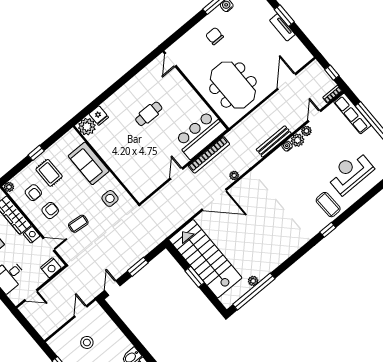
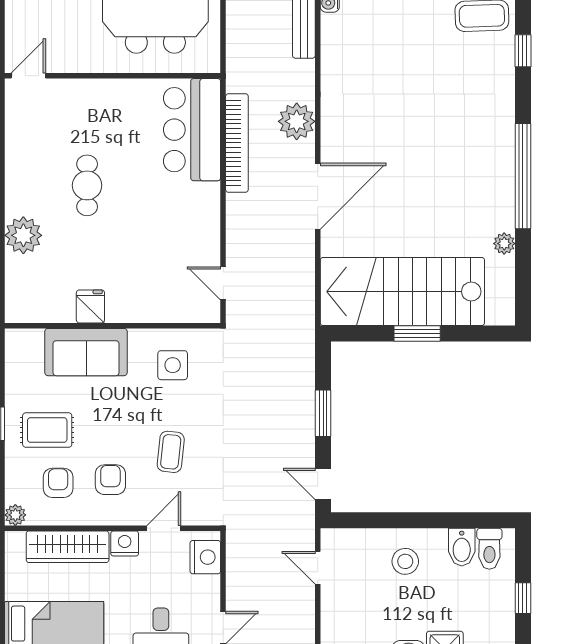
door: (170, 60) -> (28, 76), swing flipped
fridge: (99, 116) -> (90, 306), moved, turned -90
plant: (87, 127) -> (23, 235), moved
door: (176, 174) -> (223, 283), moved
plant: (234, 175) -> (297, 121), width x1.87, depth x1.87
armchair: (33, 193) -> (58, 483), turned -90
window: (254, 292) -> (523, 176), moved
stool: (87, 342) -> (405, 561), moved

